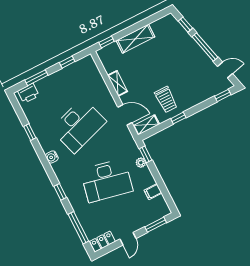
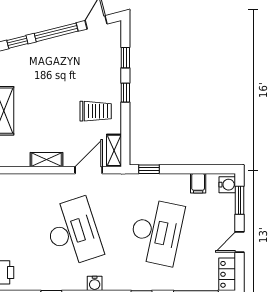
window: (223, 95) -> (125, 58), moved
window: (178, 118) -> (125, 93), moved
plant: (141, 163) -> (156, 180), removed
water cooler: (162, 211) -> (227, 185), added
door: (128, 239) -> (239, 242), swing flipped

